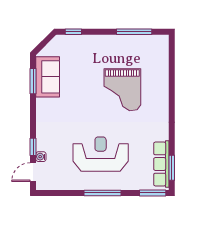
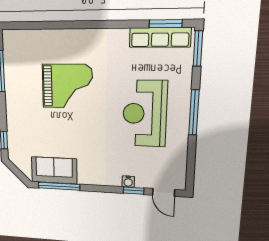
window: (33, 81) -> (59, 186), width x1.44
water cooler: (41, 157) -> (128, 182), moved

